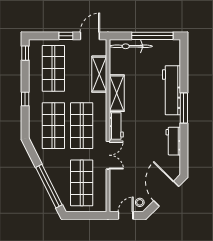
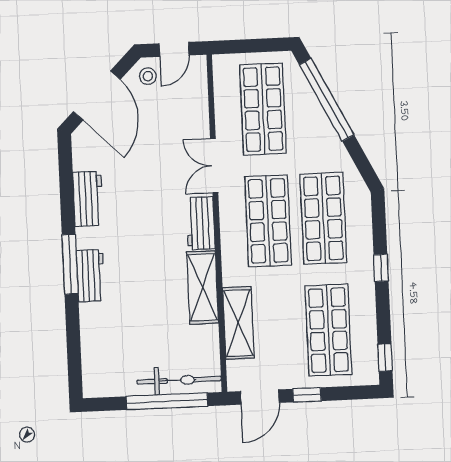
window: (152, 36) -> (167, 401), moved
workbench: (171, 90) -> (91, 276), width x0.53, depth x0.76

